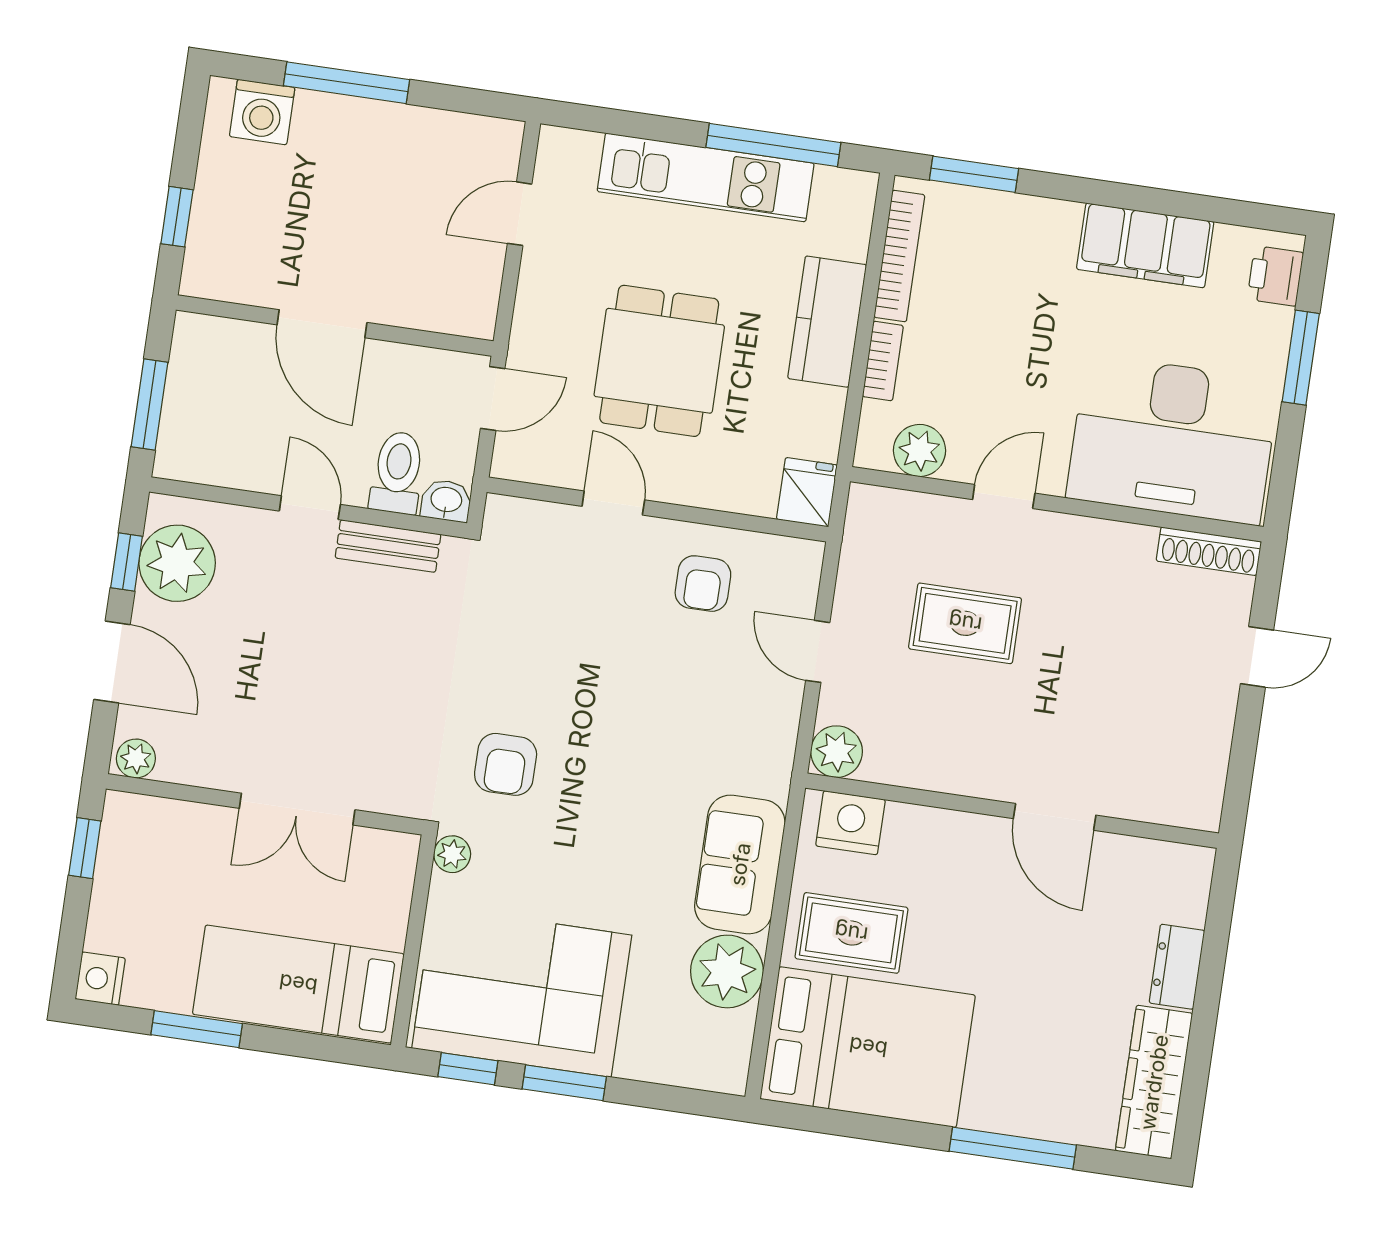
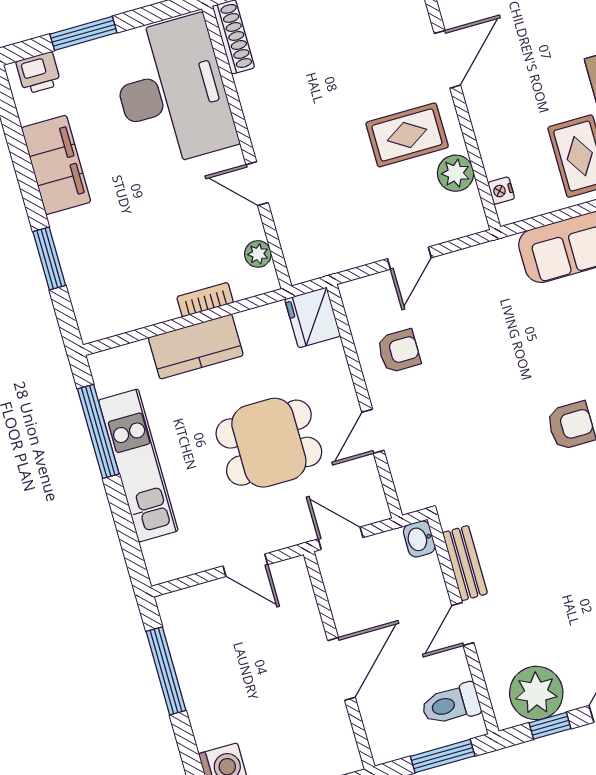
window: (347, 83) -> (166, 671), moved
window: (974, 174) -> (49, 258), moved
door: (520, 214) -> (245, 565), moved
bookcase: (899, 256) -> (133, 319), removed
plant: (920, 450) -> (258, 254), width x0.73, depth x0.73
toilet: (397, 473) -> (451, 704), moved
fridge: (807, 492) -> (313, 317), width x1.38
rug: (965, 623) -> (407, 135), moved, turned 90
plant: (837, 752) -> (456, 173), moved
nightstand: (850, 823) -> (501, 191), width x0.53, depth x0.56

